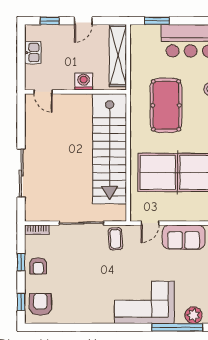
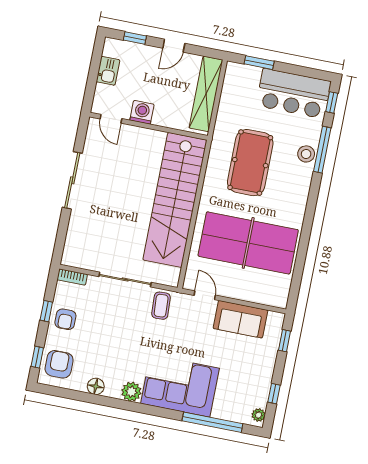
washing machine: (84, 81) -> (142, 112), moved
sliding door: (21, 173) -> (72, 180), moved
door: (150, 223) -> (205, 295), swing flipped
plant: (194, 315) -> (131, 392), moved
floor lamp: (74, 317) -> (96, 386), added

